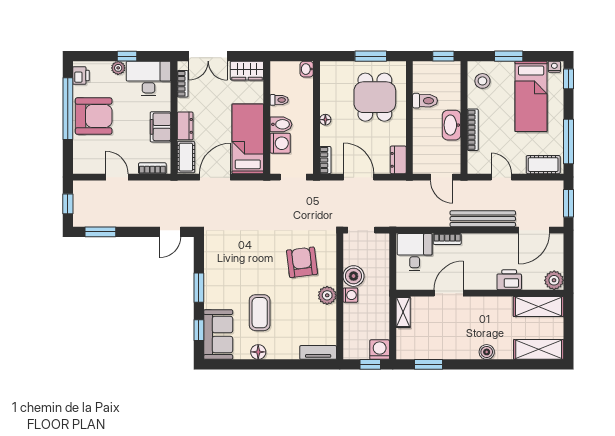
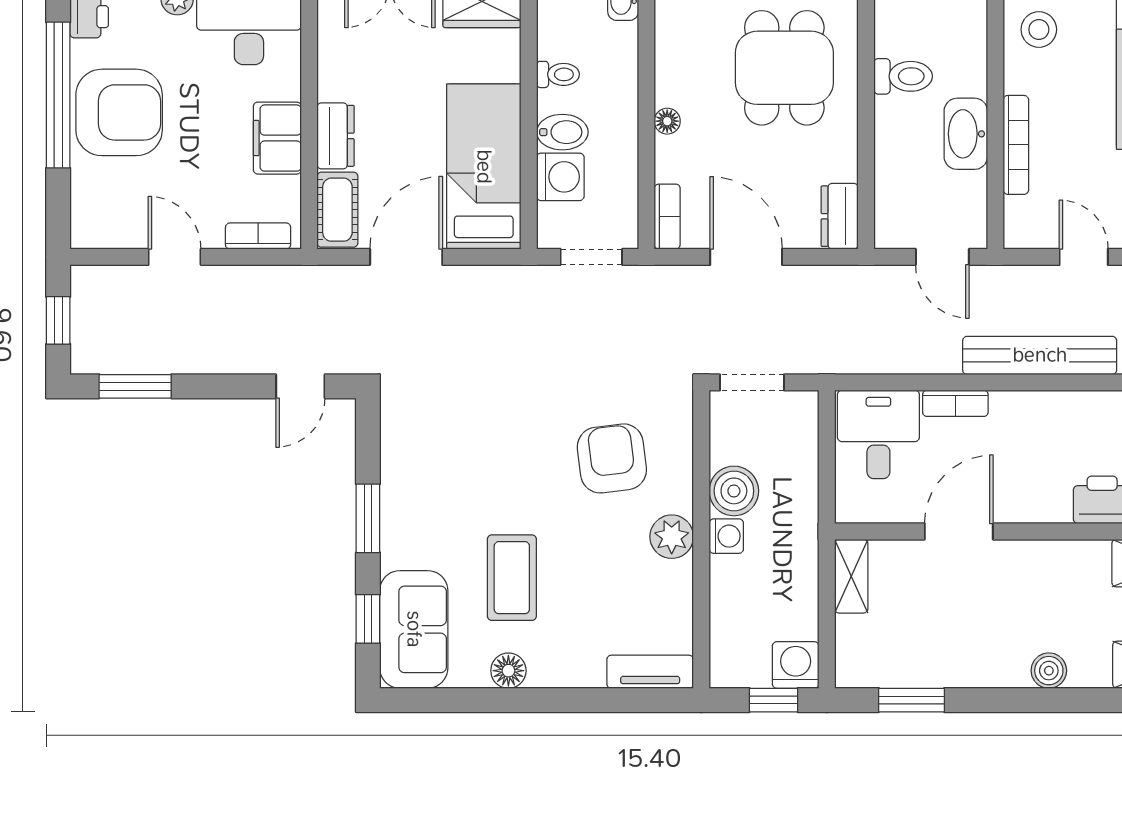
bookcase: (183, 84) -> (330, 36), removed

